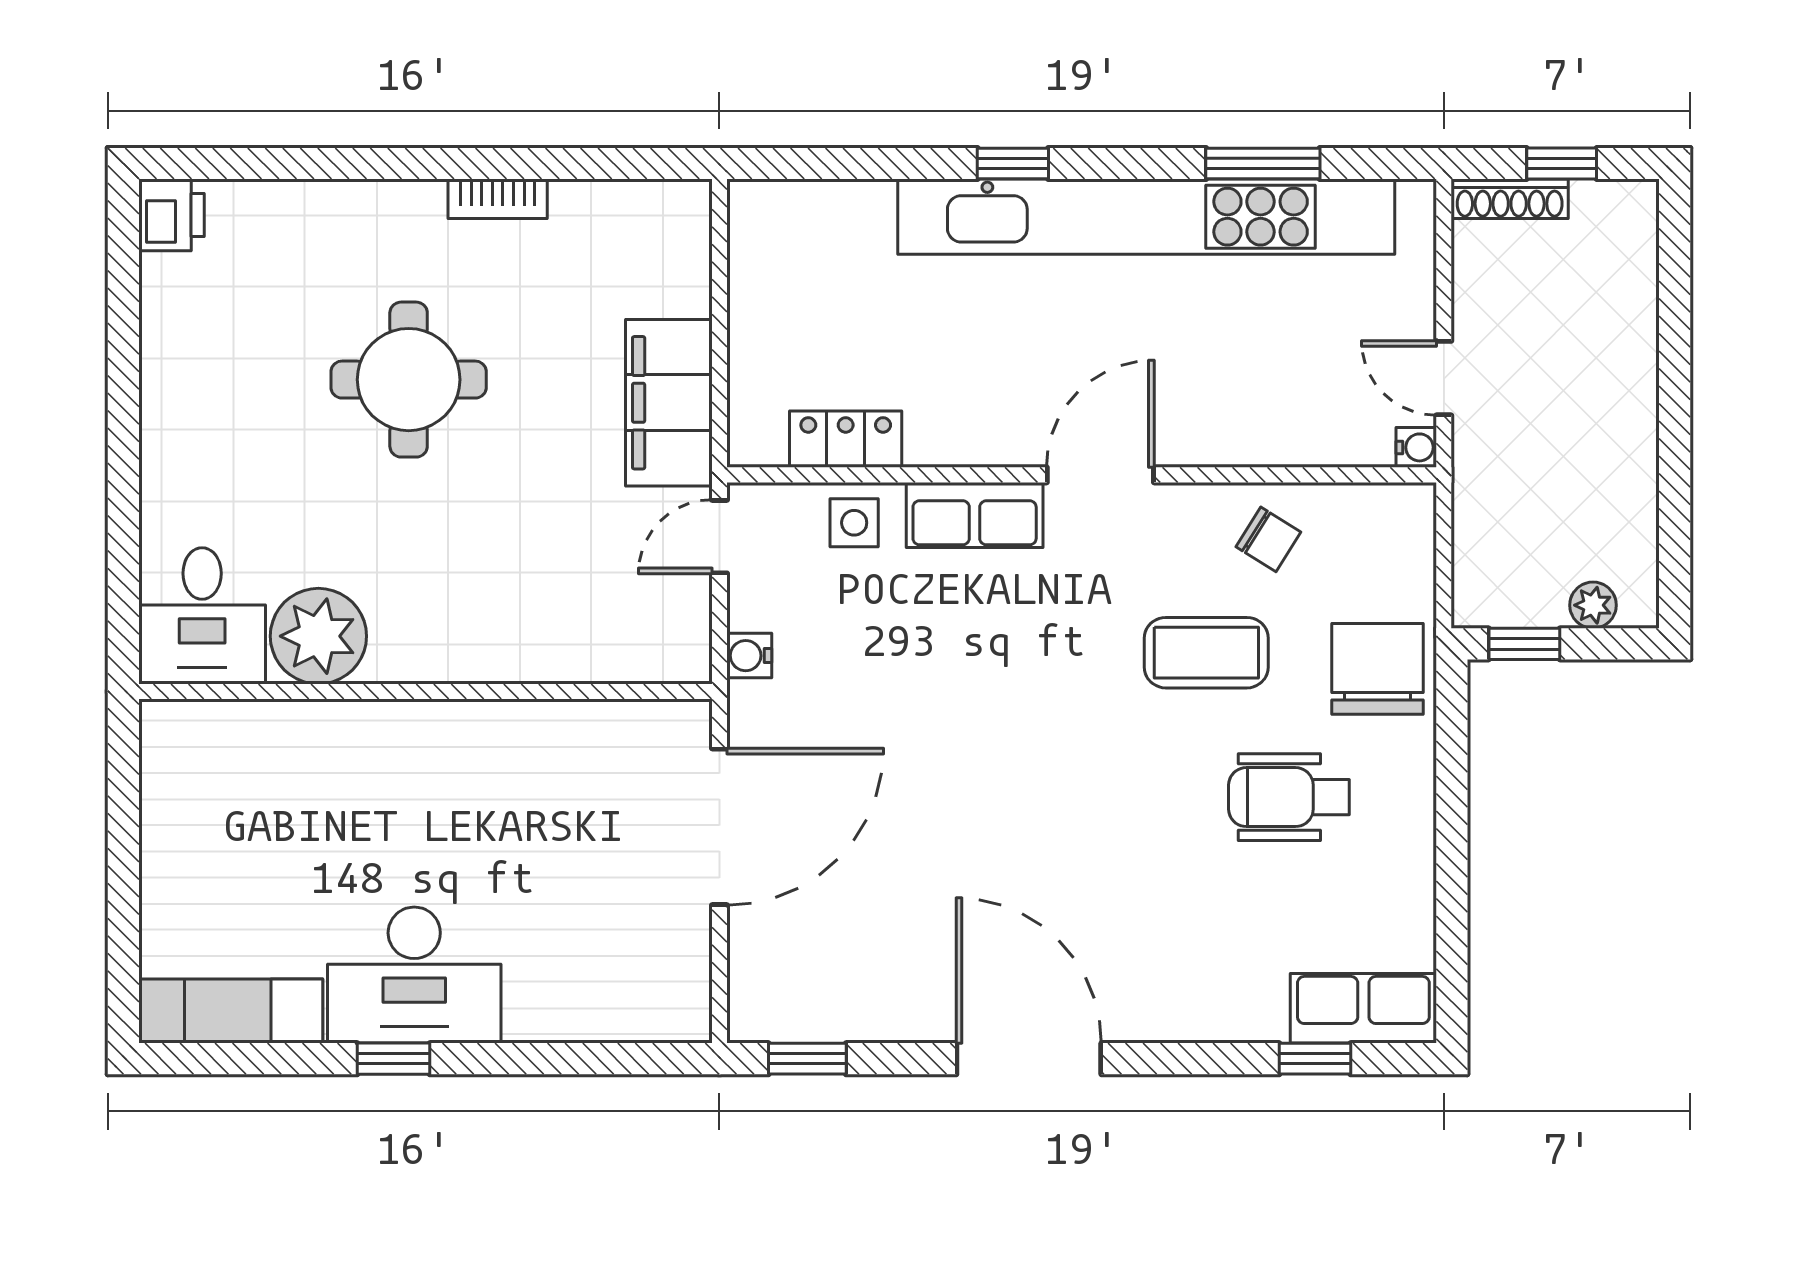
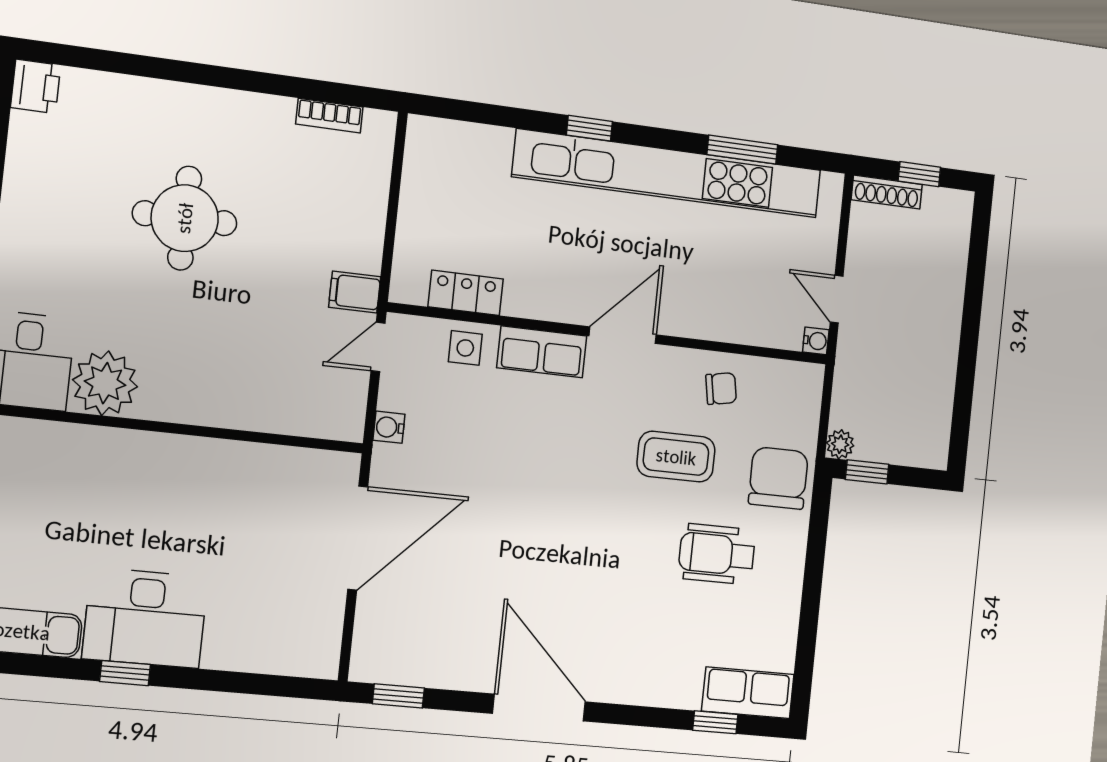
bookcase: (498, 199) -> (329, 116), moved
filing cabinet: (669, 403) -> (355, 292), width x0.33, depth x0.86
chair: (1268, 539) -> (721, 389), turned -42
plant: (1593, 605) -> (840, 444), moved

